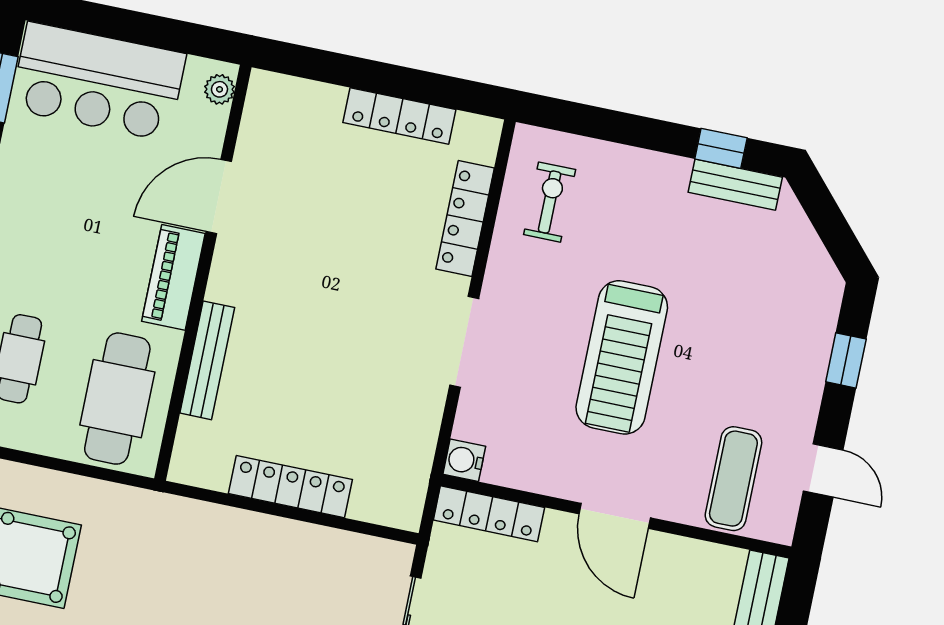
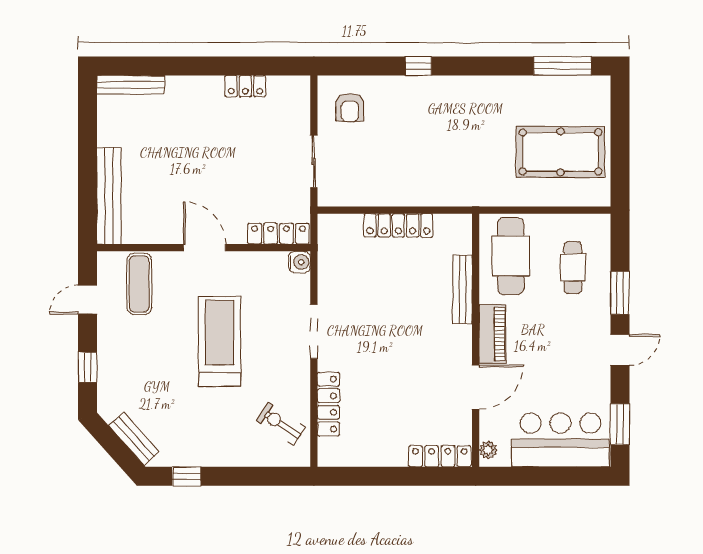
locker: (399, 116) -> (440, 456), moved
bench: (735, 185) -> (134, 439), moved, turned 48
exercise bike: (550, 202) -> (281, 424), turned 124
door: (823, 470) -> (88, 300), hinge flipped

